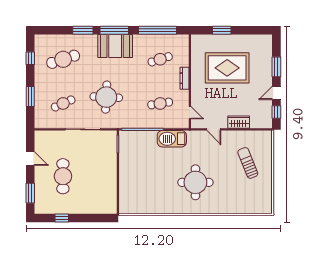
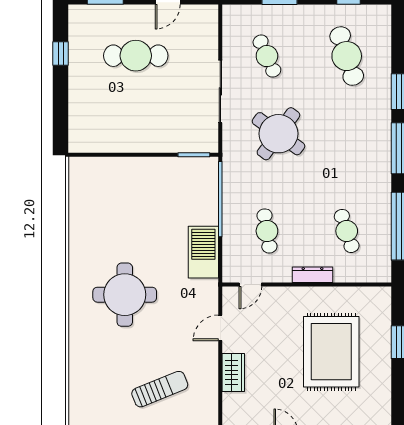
booth: (115, 46) -> (371, 150), removed
round table: (106, 97) -> (278, 134), turned 33

